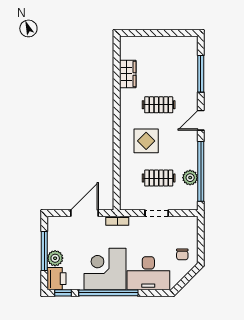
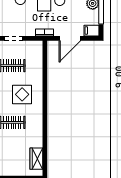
wardrobe: (128, 74) -> (36, 159), moved
filing cabinet: (57, 223) -> (91, 31), added

